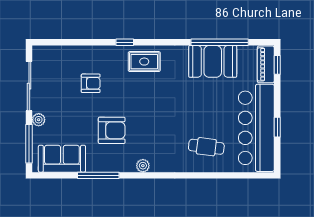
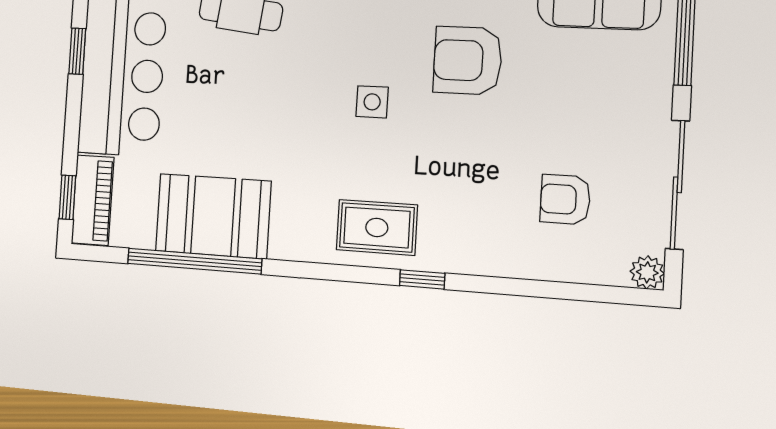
armchair: (91, 83) -> (565, 199), moved
side table: (149, 112) -> (372, 102), added
plant: (39, 120) -> (647, 272), moved

